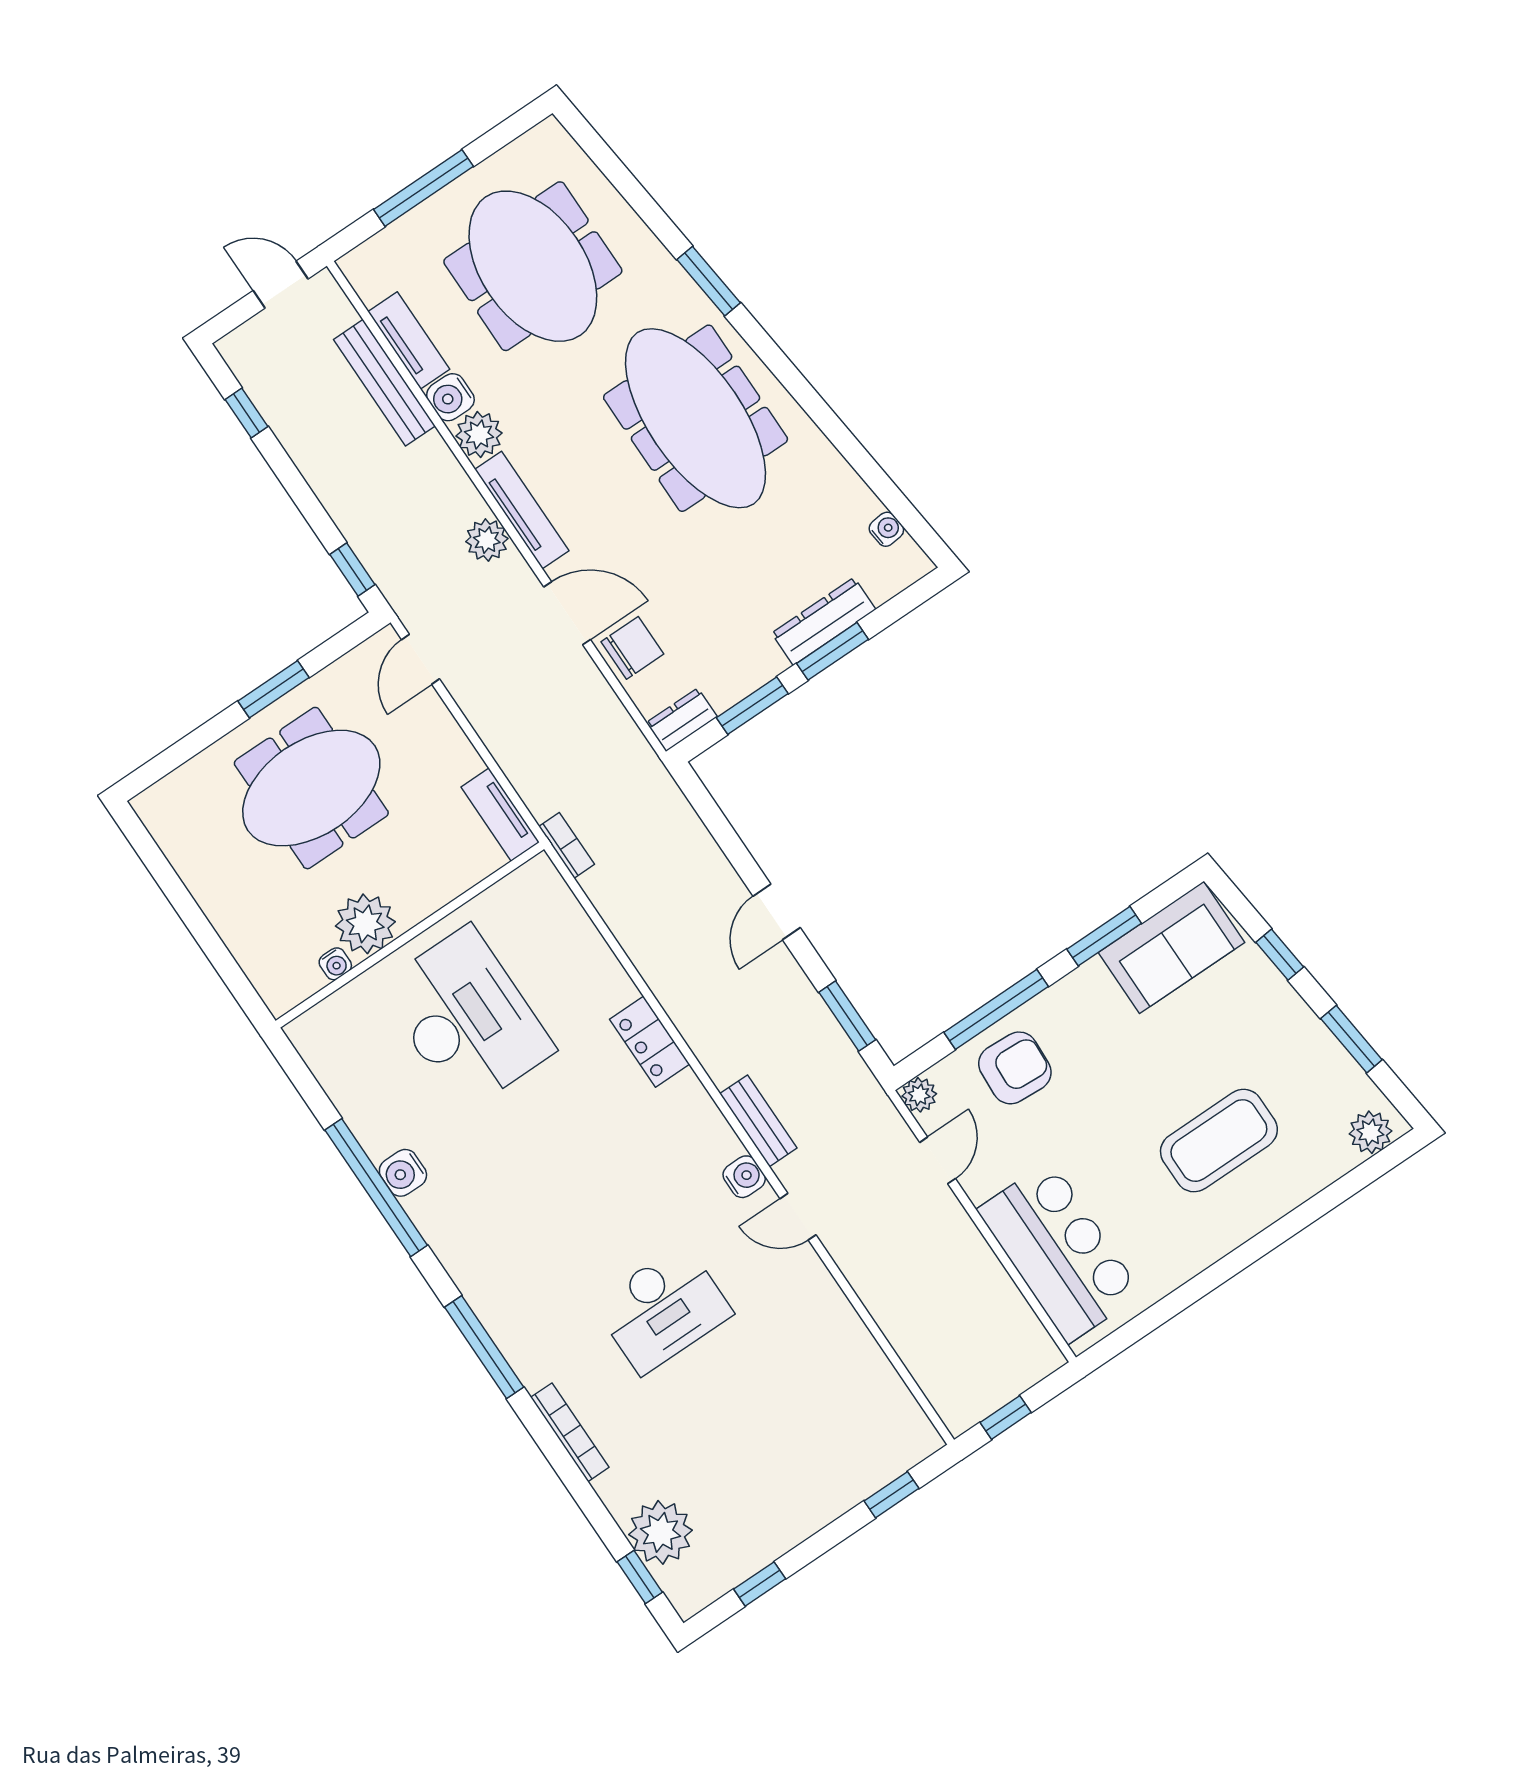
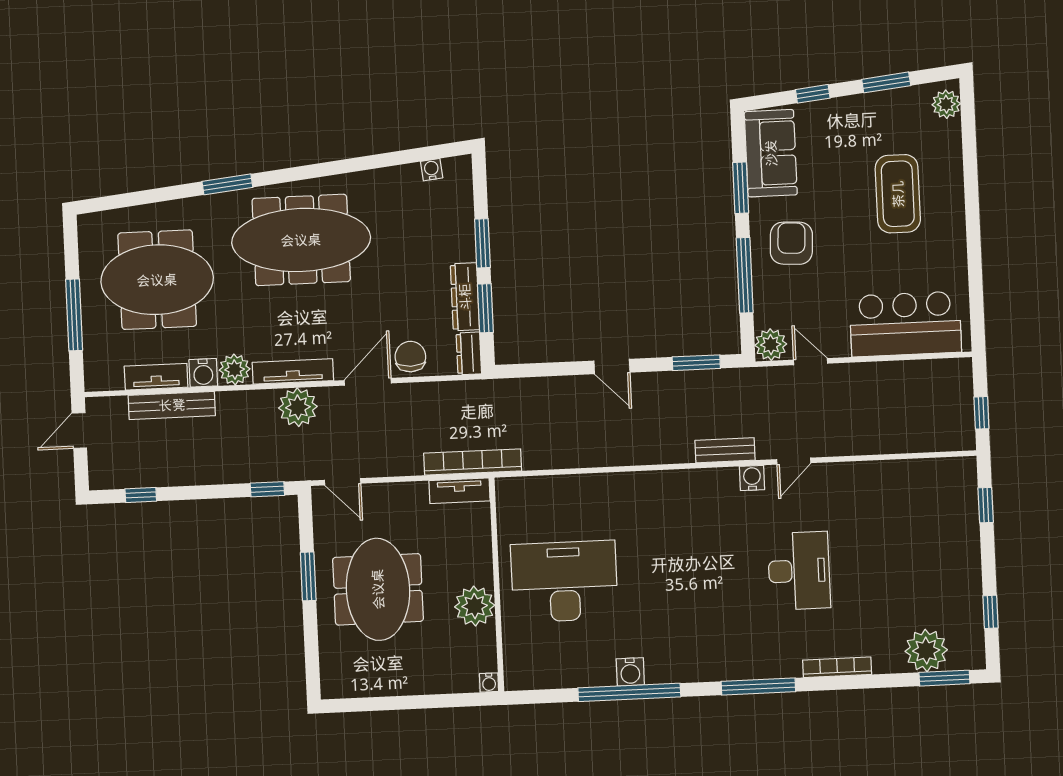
plant: (487, 540) -> (298, 407), width x1.36, depth x1.36
dresser: (824, 621) -> (465, 297), moved
bookcase: (567, 845) -> (473, 462), width x2.31, depth x1.31
water cooler: (335, 964) -> (489, 683), moved, turned 90
locker: (650, 1042) -> (642, 485), removed
armchair: (1015, 1068) -> (791, 243), moved
plant: (919, 1095) -> (771, 345), width x1.38, depth x1.38
window: (640, 1577) -> (944, 678), width x1.50

